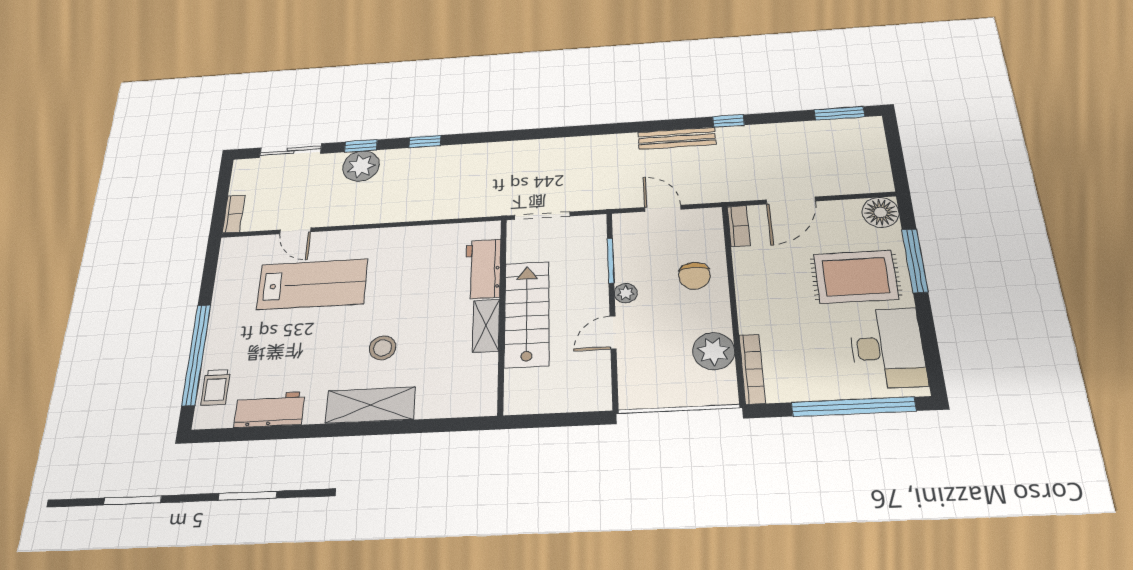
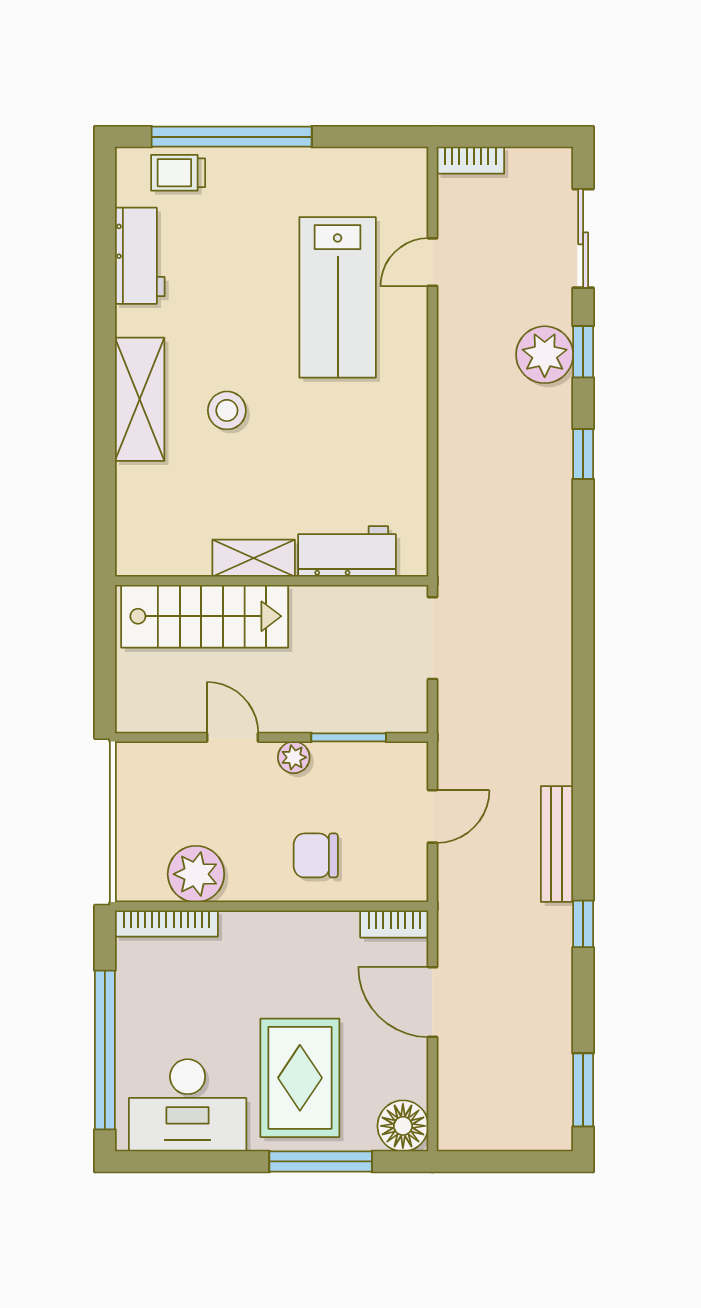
stairs: (527, 314) -> (205, 616), moved

